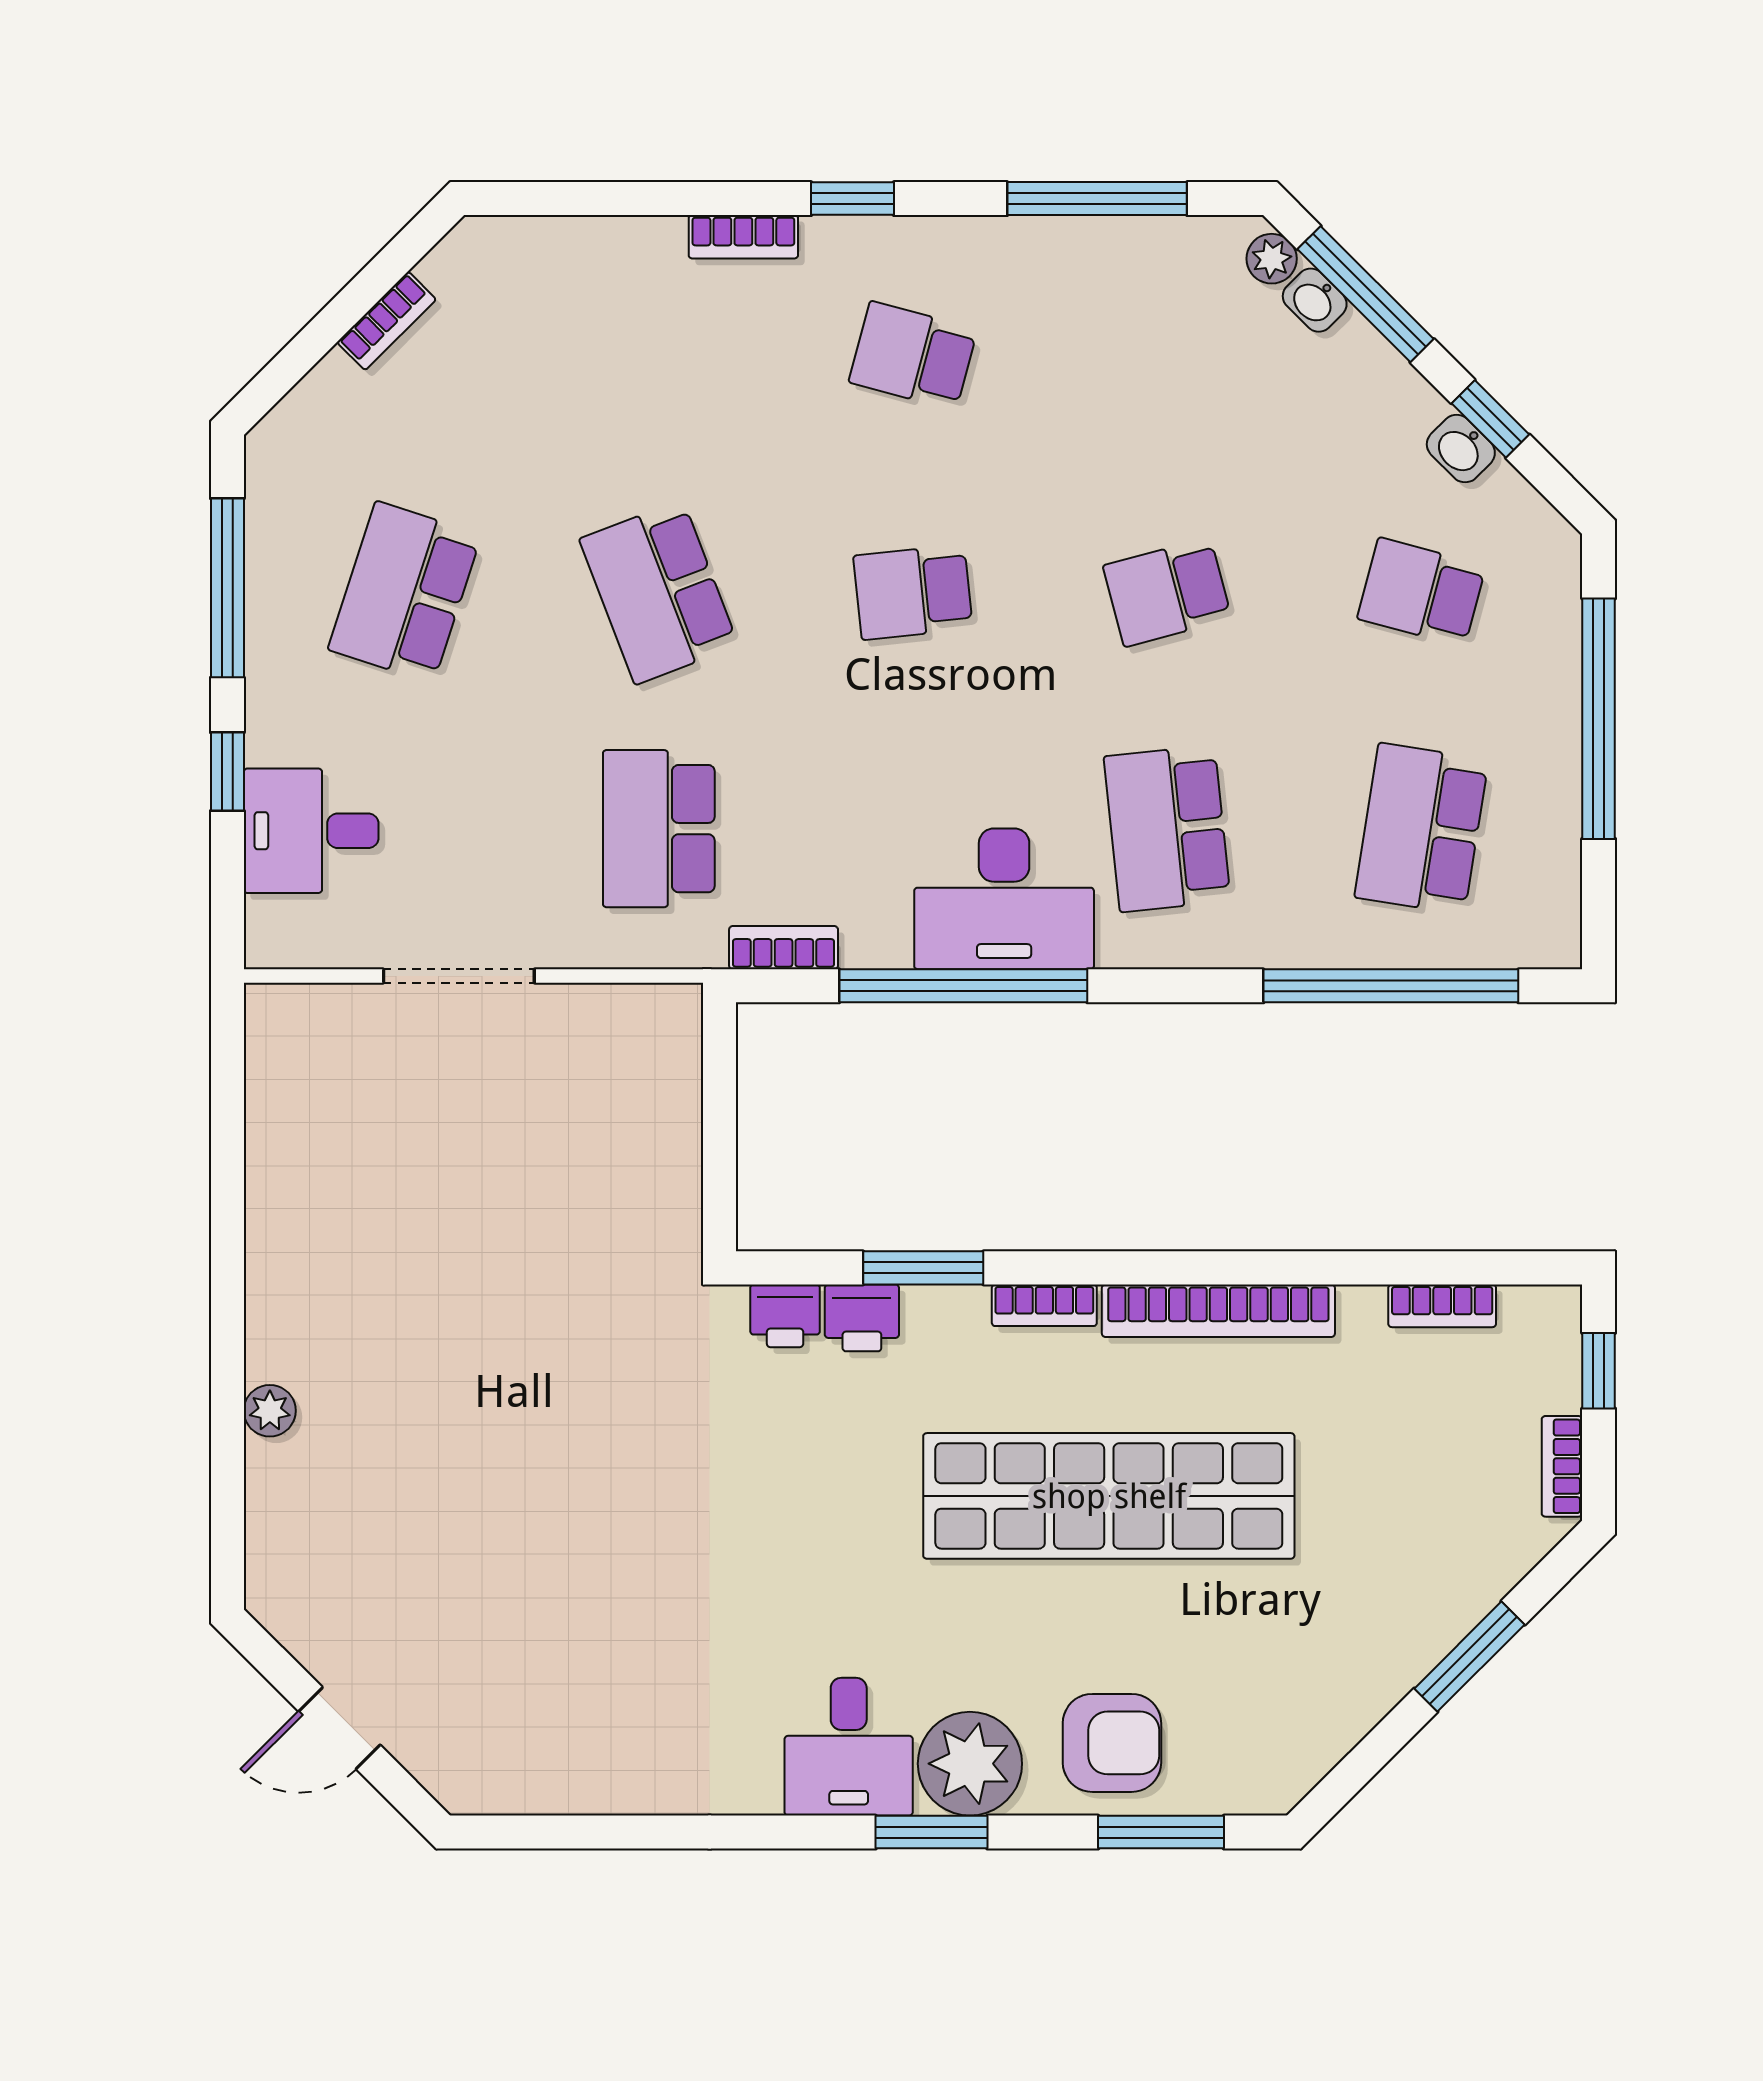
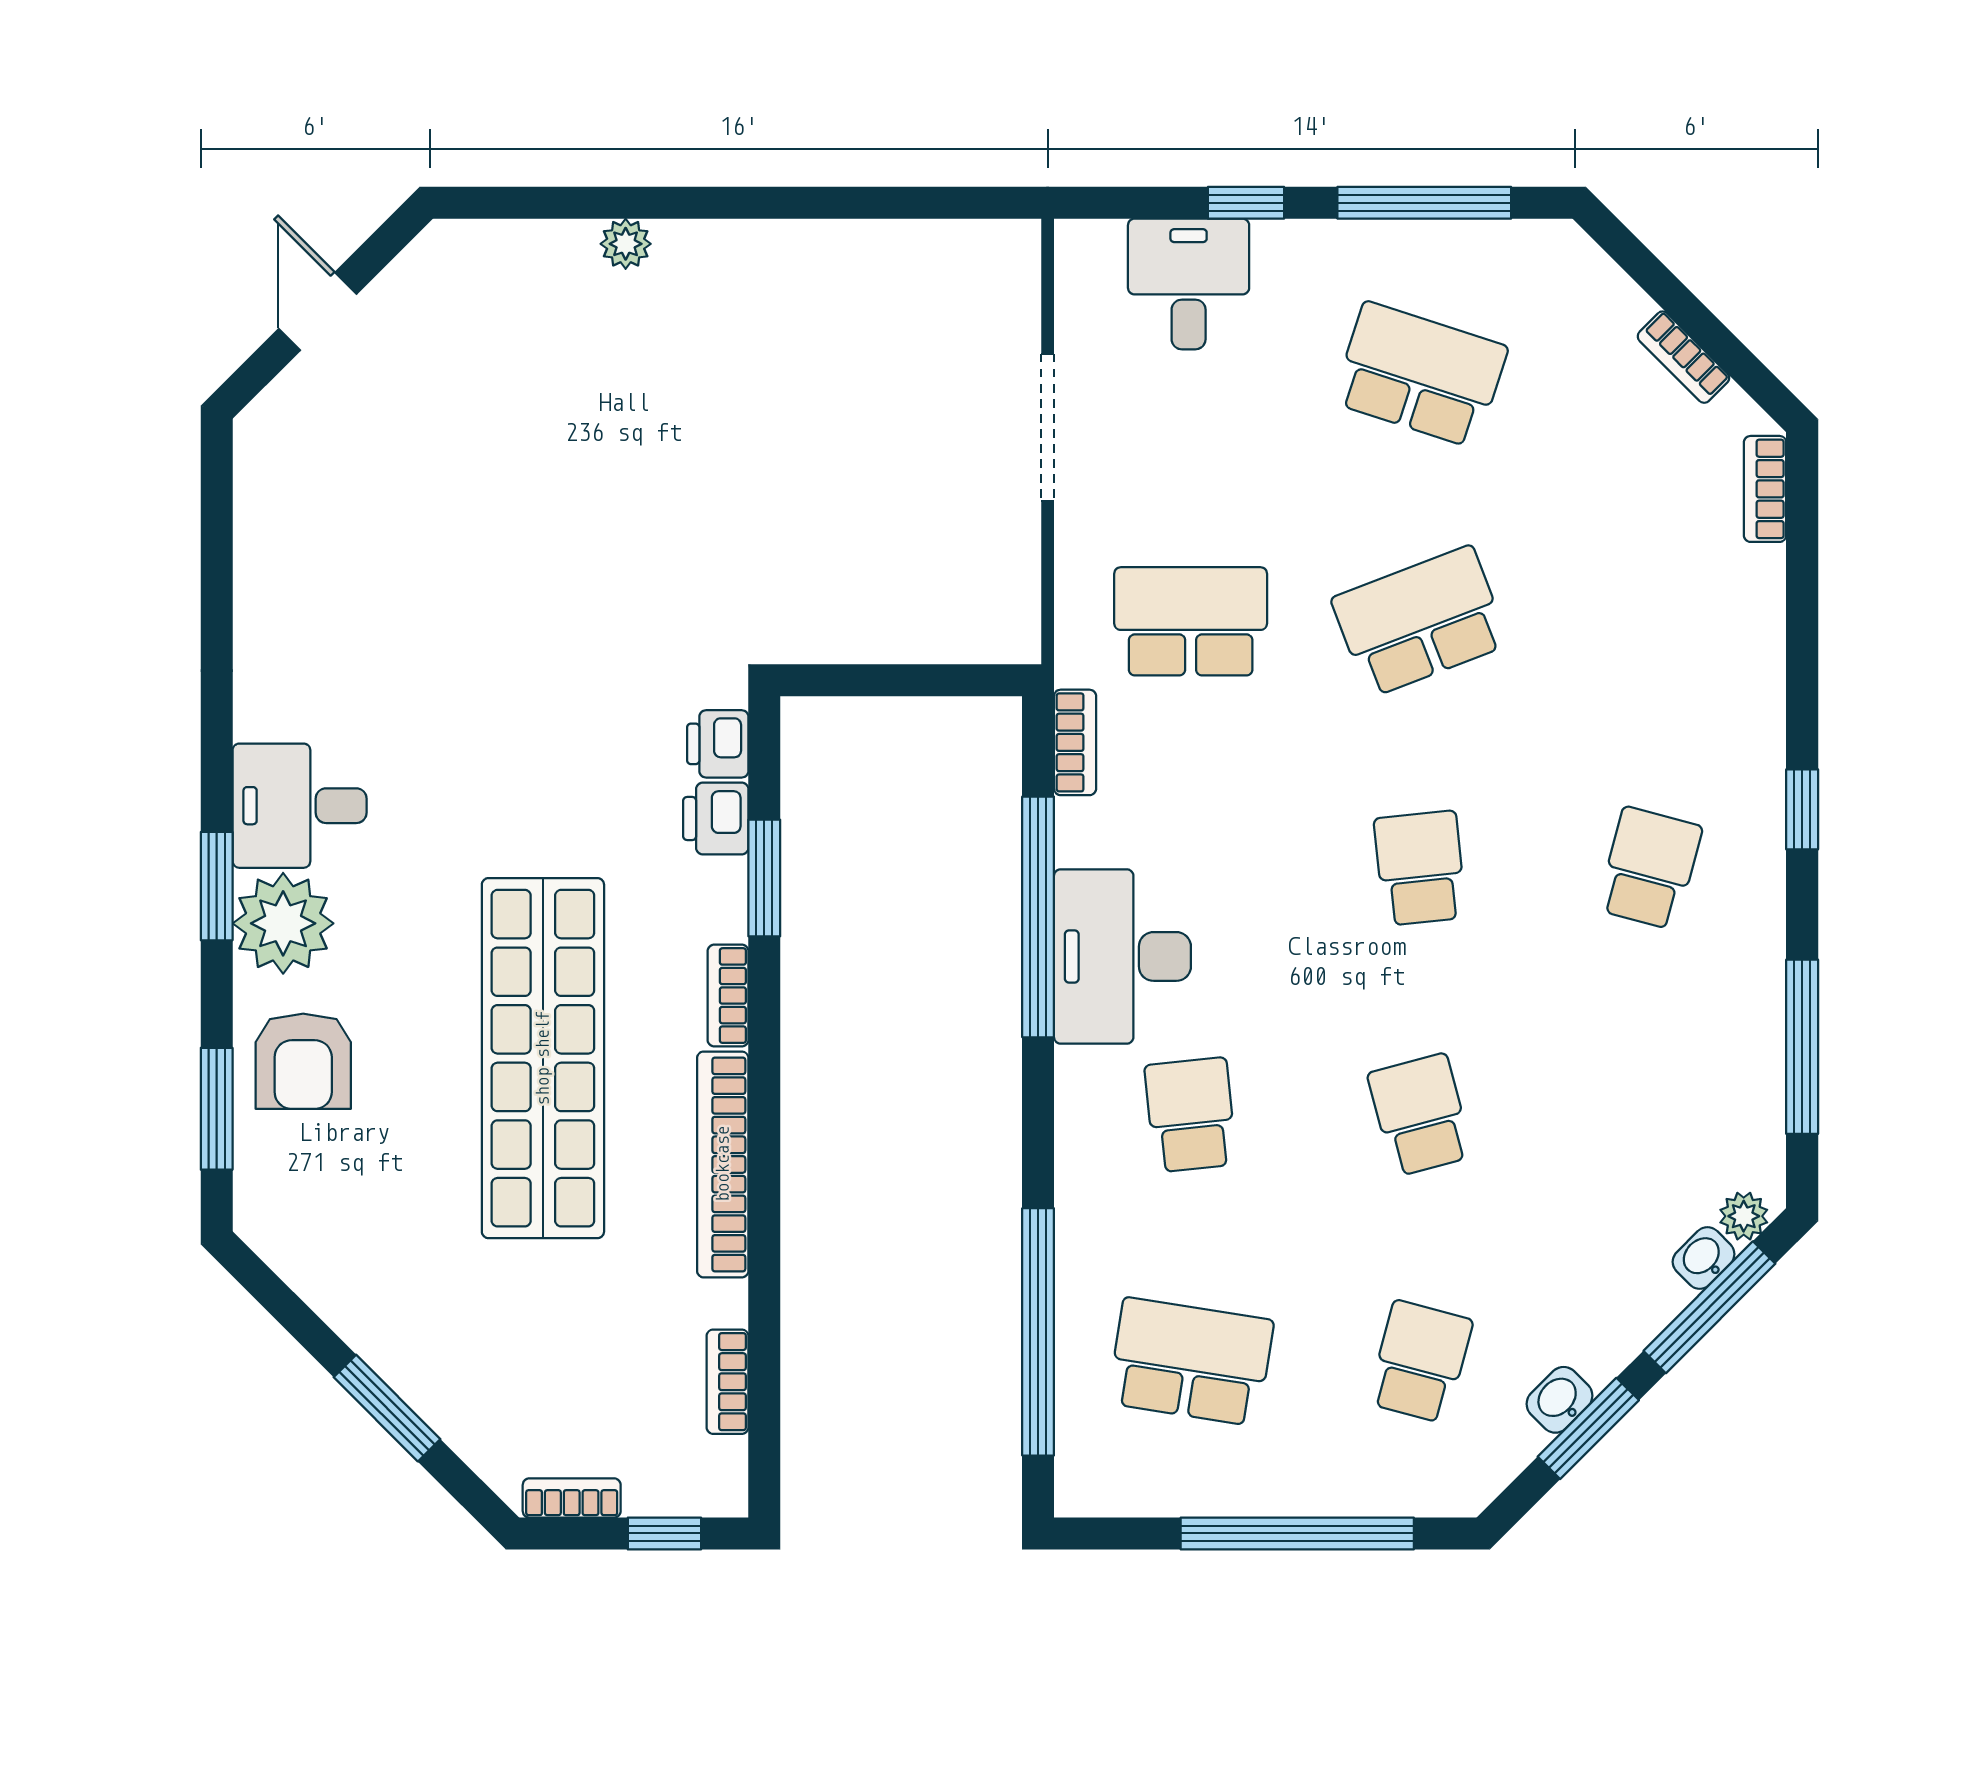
bookcase: (743, 237) -> (1765, 489), moved
window: (1490, 419) -> (1588, 1428), width x1.50
school desk: (1167, 829) -> (1191, 1115), width x0.54

